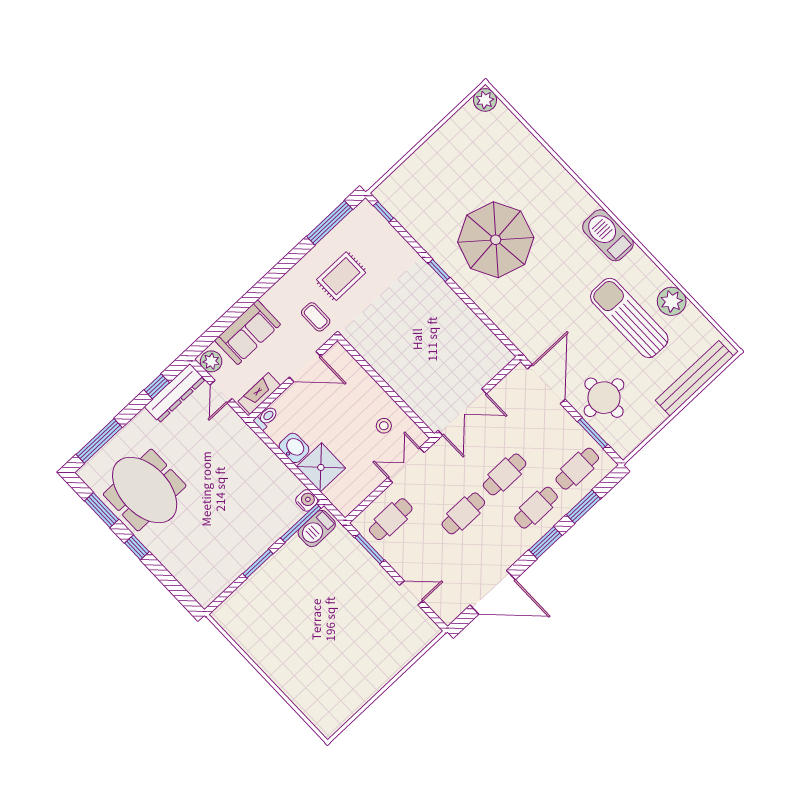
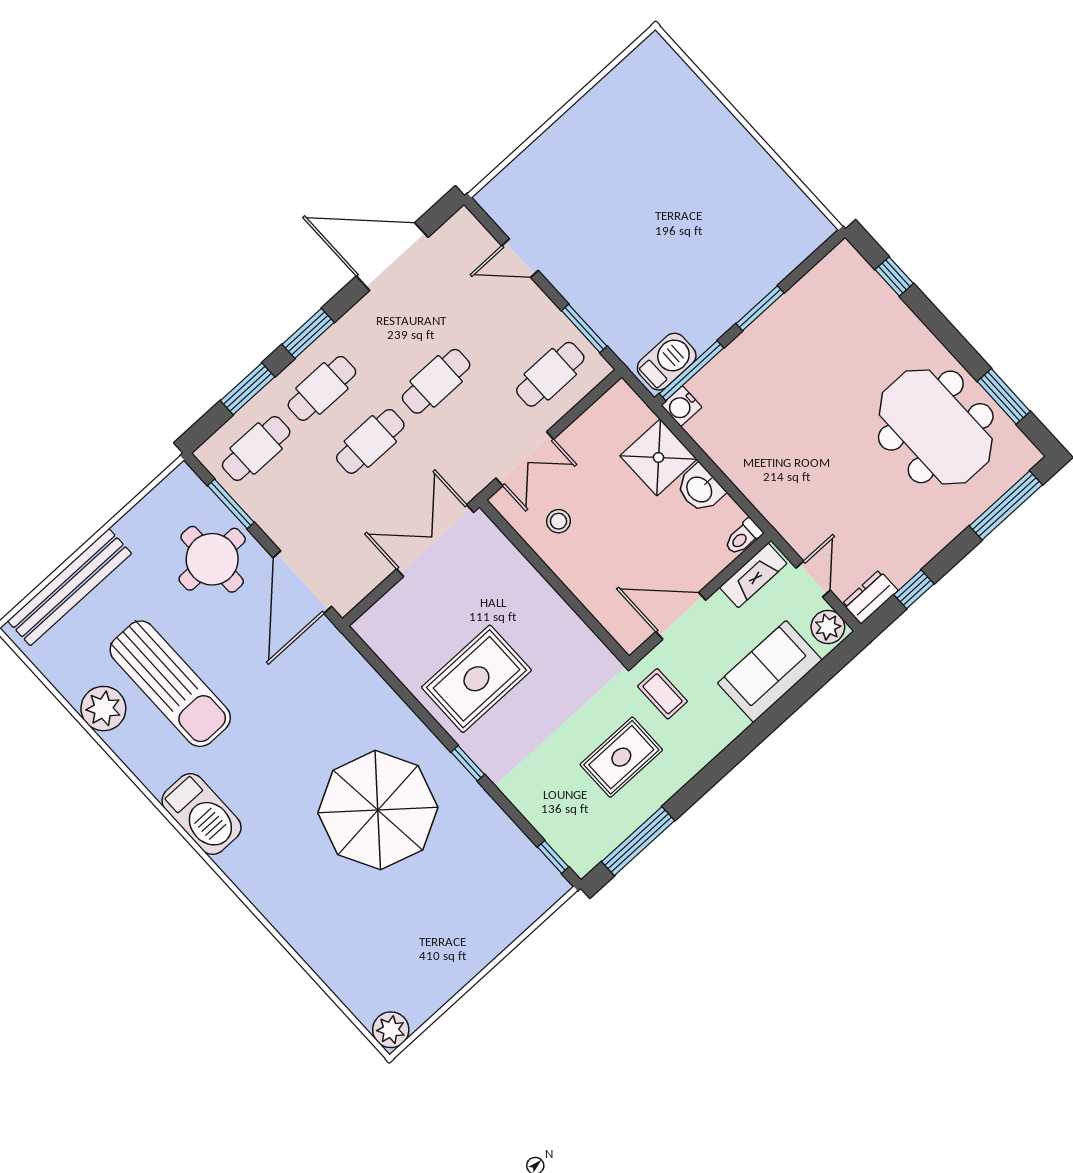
rug: (434, 324) -> (476, 679), added
dresser: (175, 393) -> (870, 597), width x0.51, depth x0.80
window: (137, 547) -> (894, 276), moved

